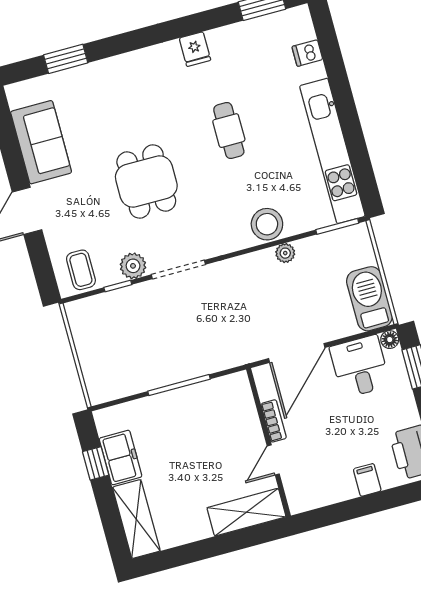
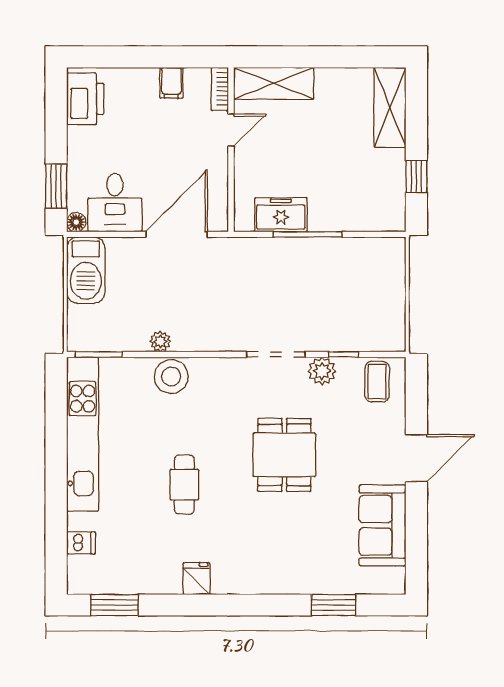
bookcase: (274, 421) -> (220, 89), moved
freezer: (121, 457) -> (281, 215), moved, turned 90
filing cabinet: (367, 480) -> (171, 83), moved

